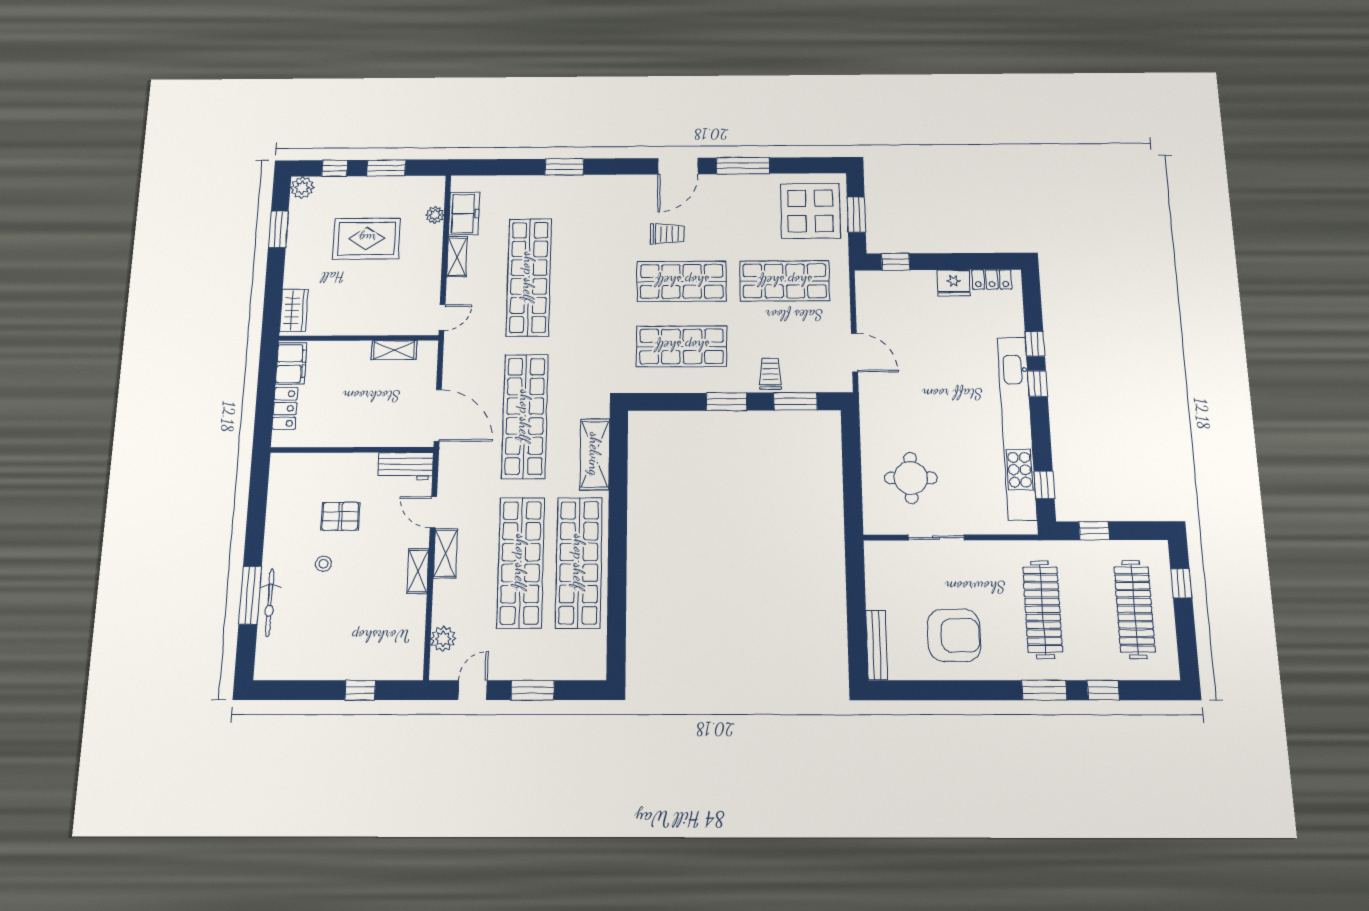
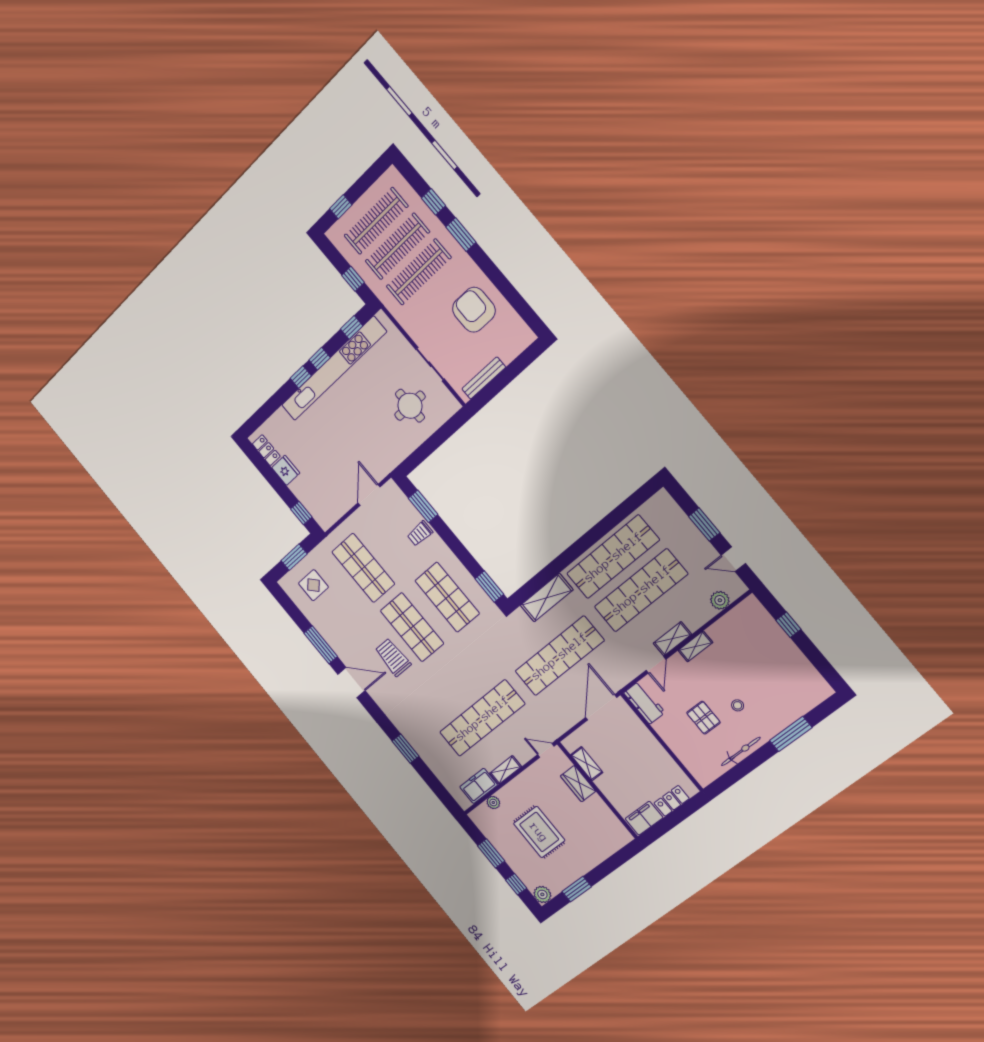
display table: (810, 211) -> (313, 585), width x0.54, depth x0.54
trolley: (667, 234) -> (393, 657), width x1.36, depth x1.39
wardrobe: (294, 310) -> (578, 784), moved, turned -90
window: (1035, 344) -> (320, 359), moved
window: (726, 402) -> (489, 587), moved
bicycle: (270, 603) -> (741, 751), moved
clothes rail: (1089, 609) -> (397, 246), added
bench: (877, 645) -> (484, 378), moved

